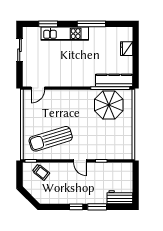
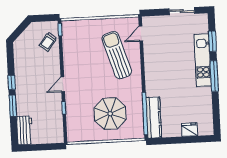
window: (91, 24) -> (214, 76), moved
door: (38, 88) -> (141, 34), hinge flipped
parasol: (109, 105) -> (110, 114), moved
sun lounger: (51, 139) -> (117, 55), moved

